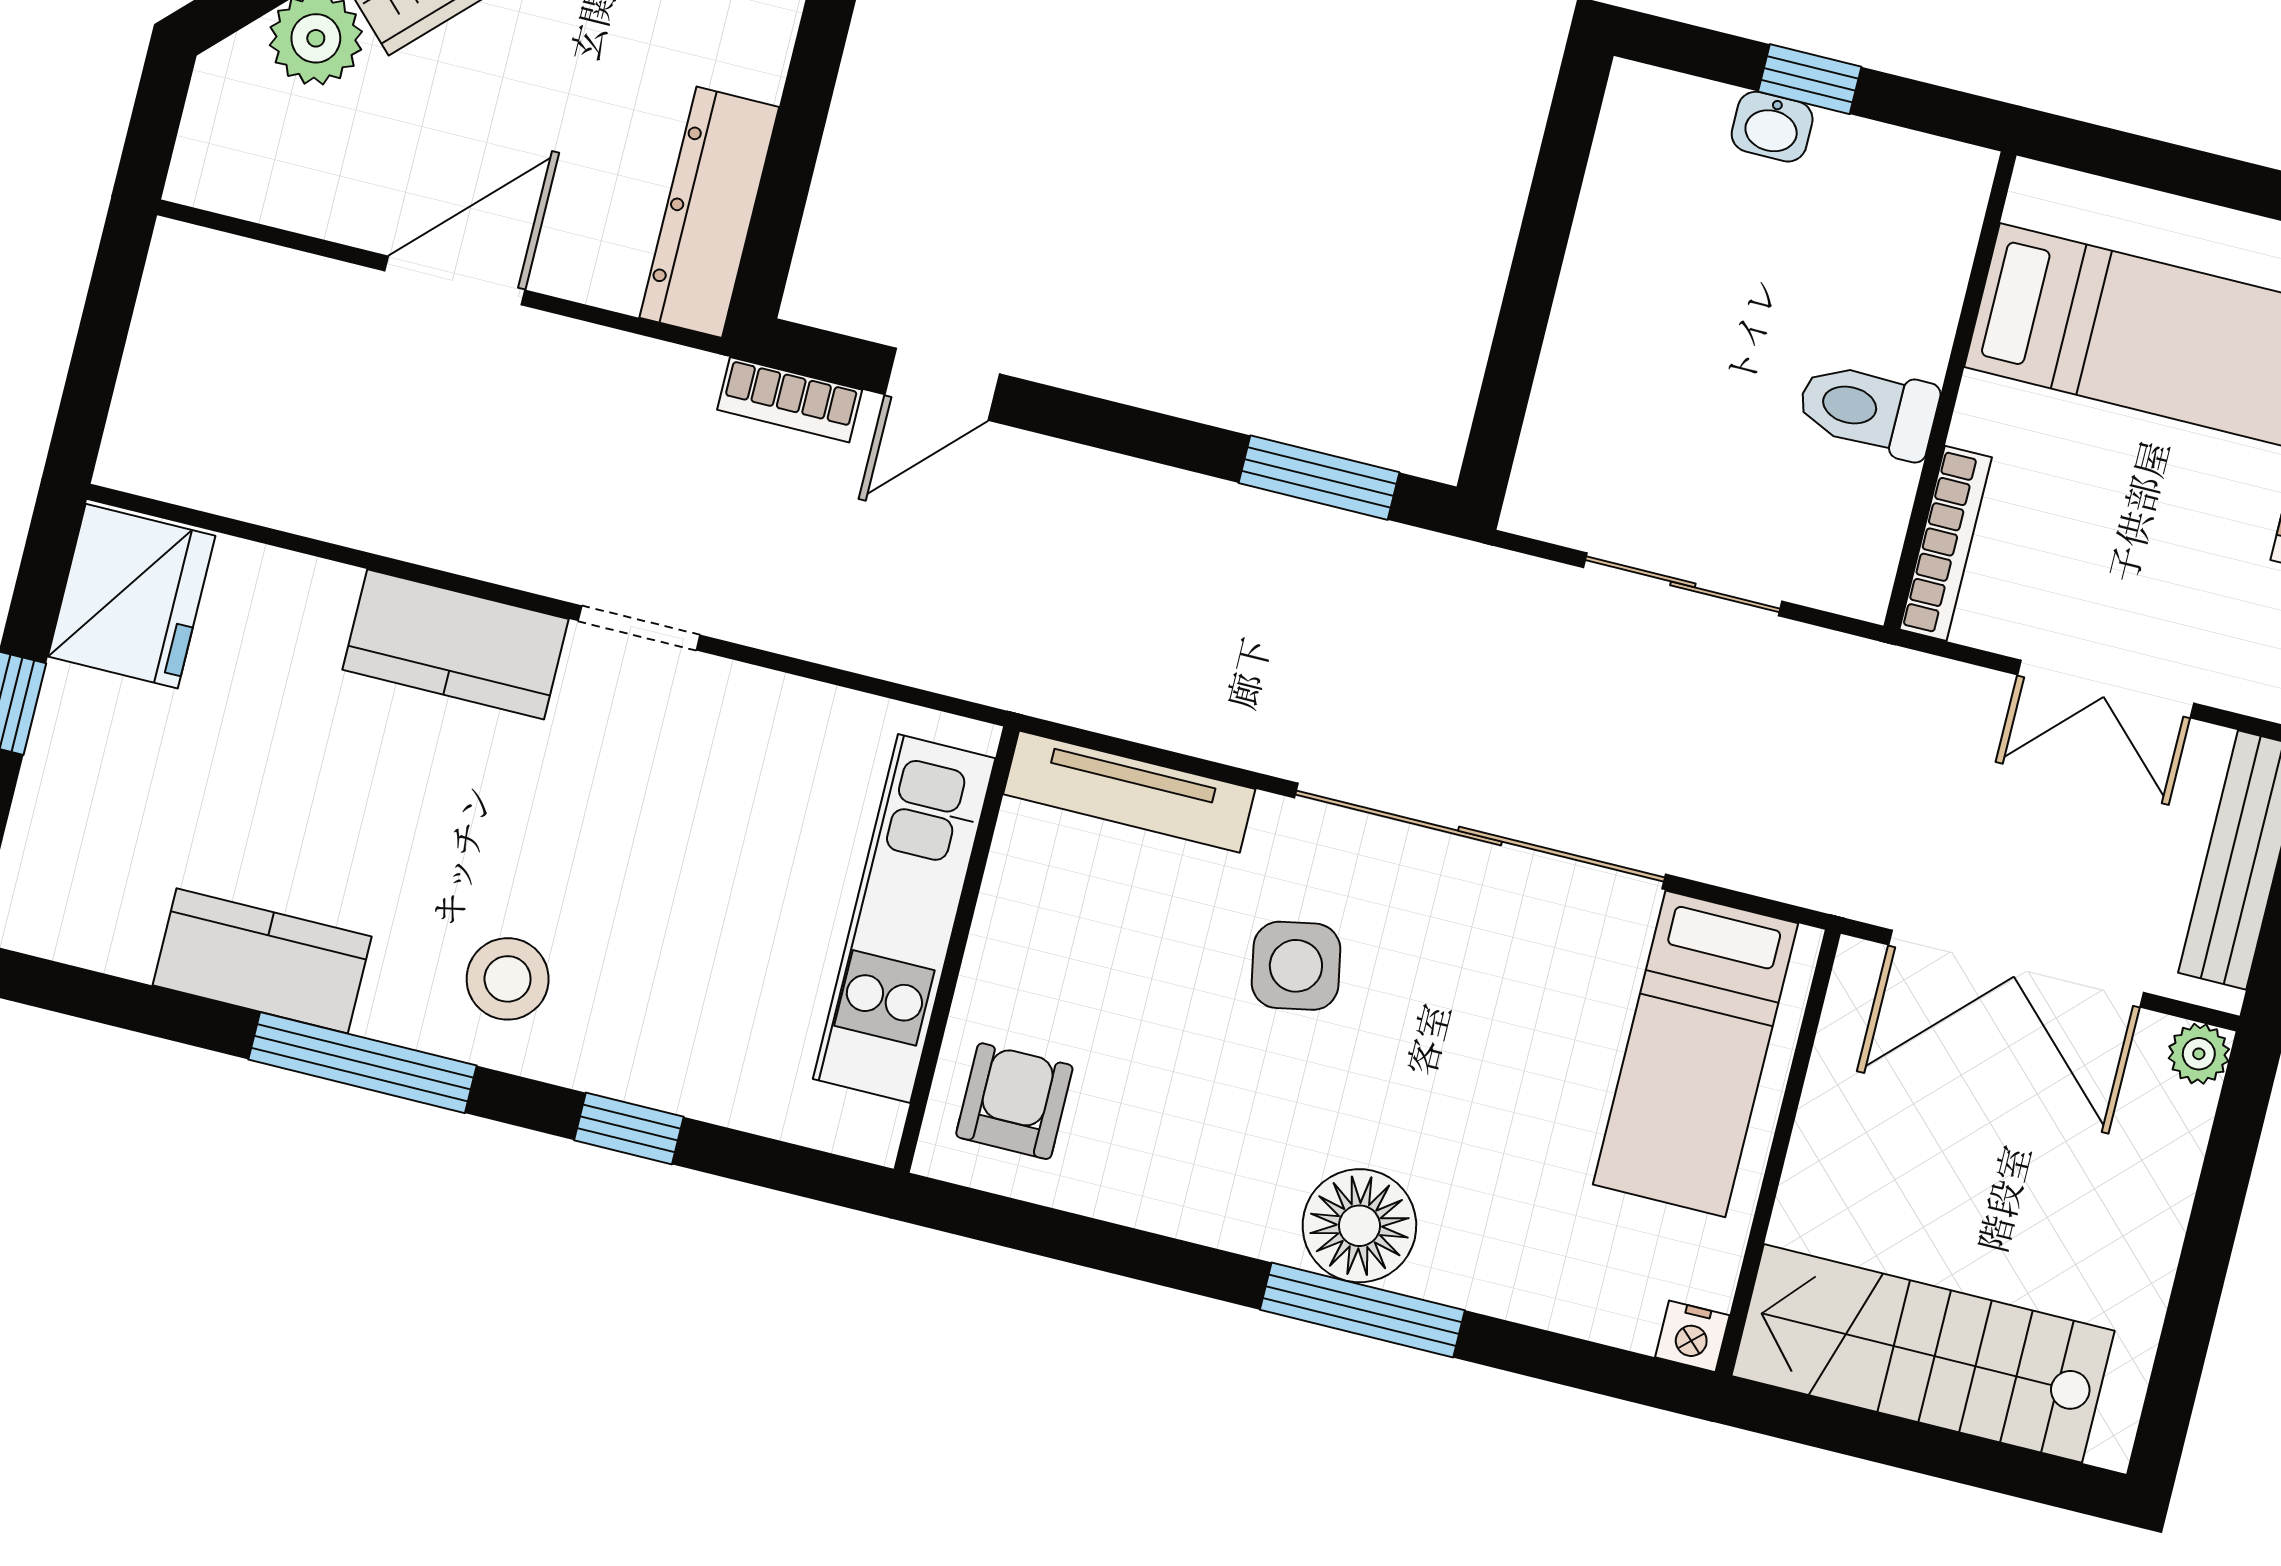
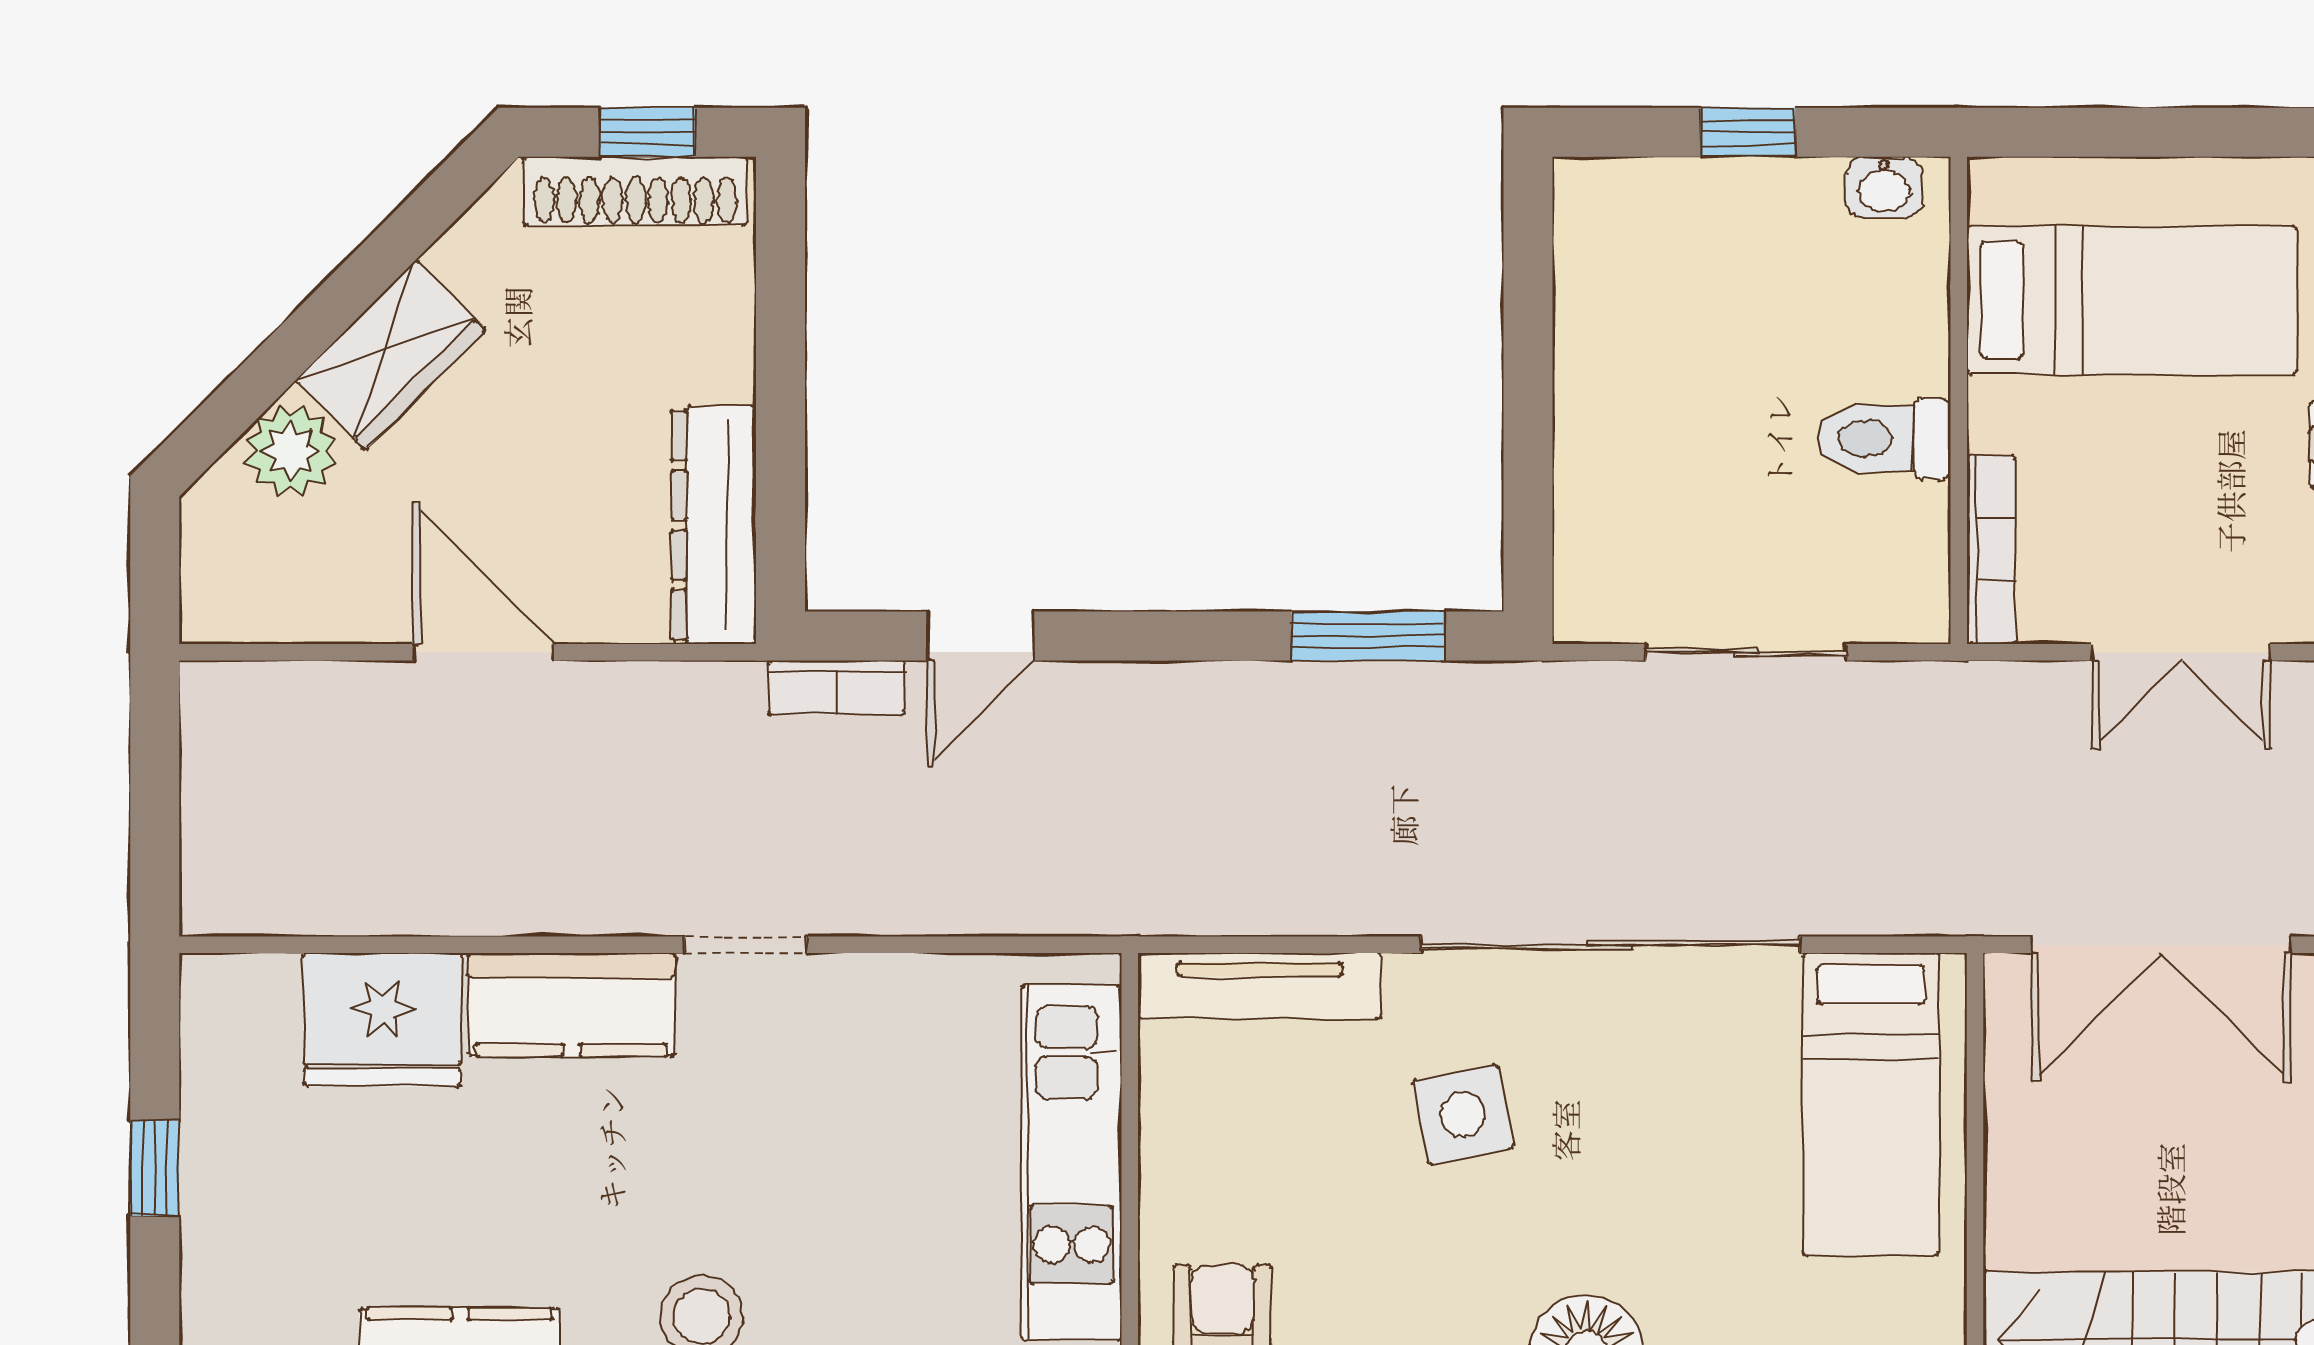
washbasin: (1772, 127) -> (1884, 187), moved
door: (455, 280) -> (483, 652), hinge flipped
fridge: (132, 596) -> (383, 1020), moved, turned 90

